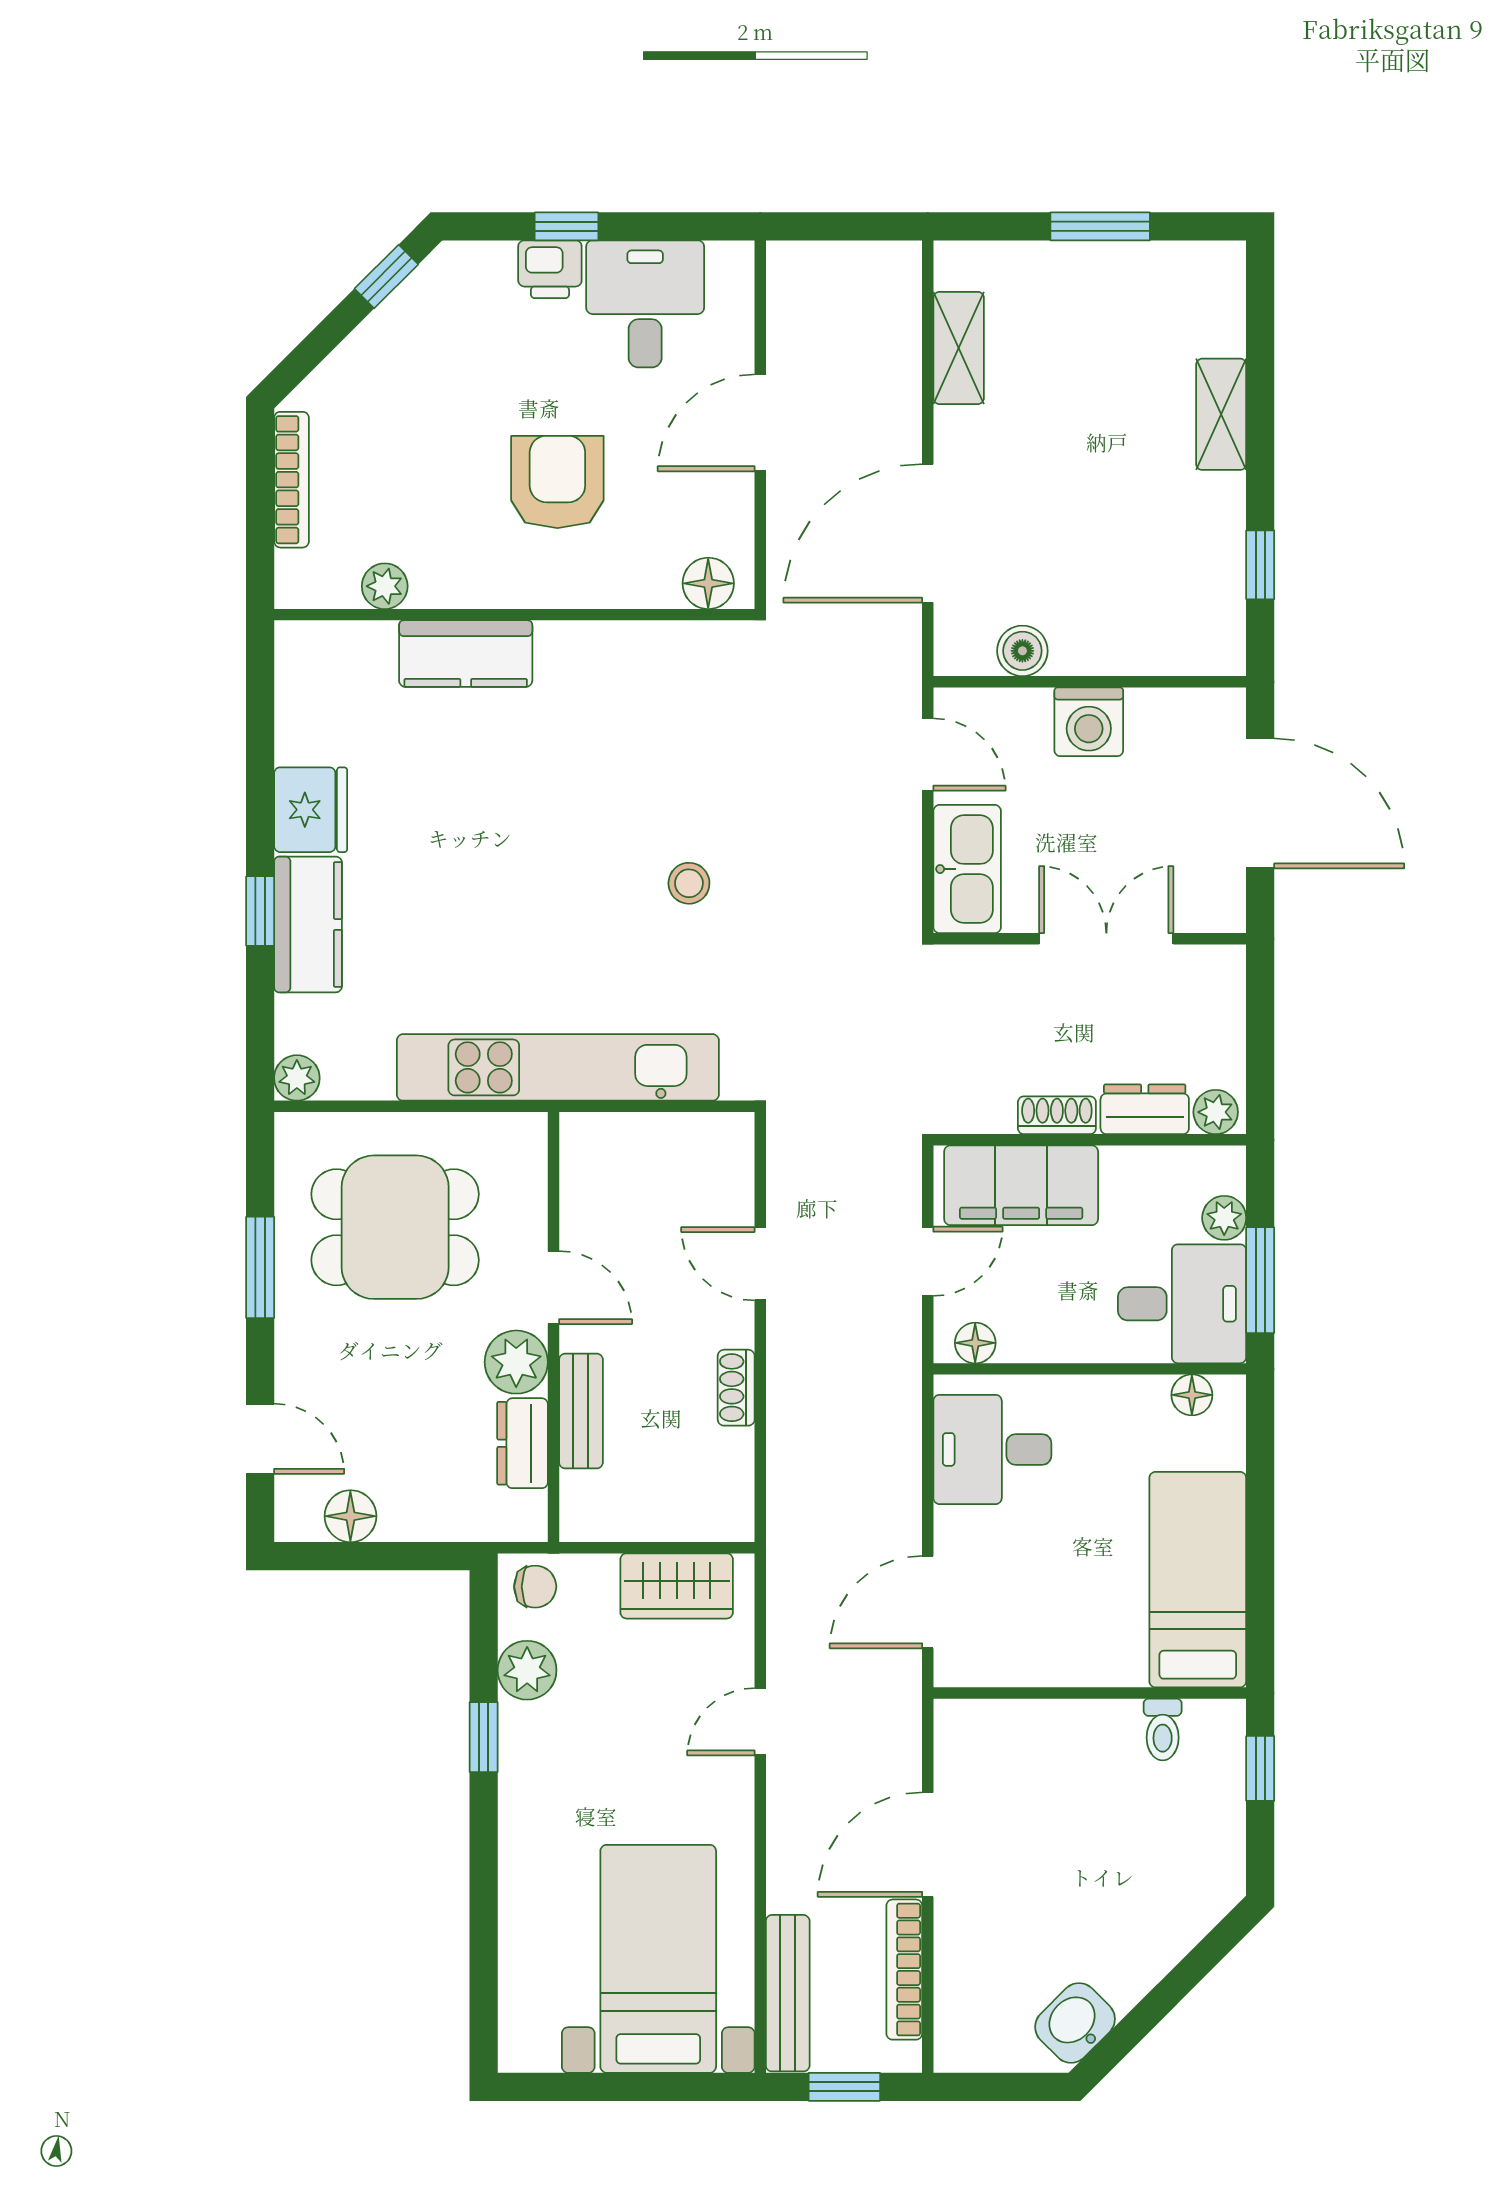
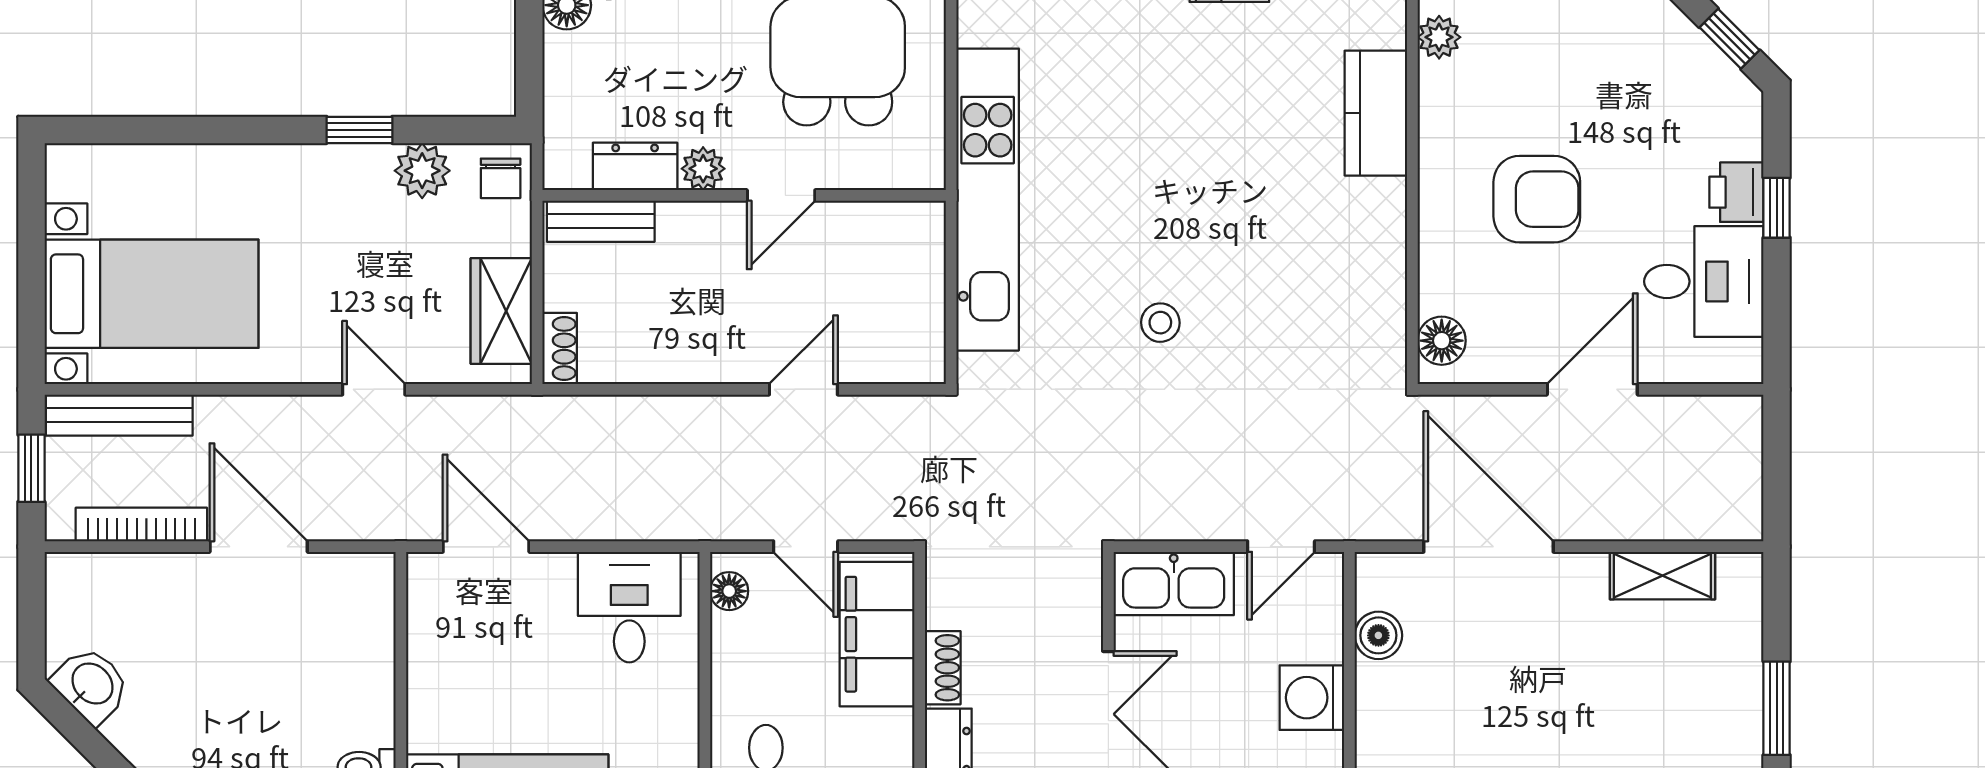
door: (760, 423) -> (1592, 389), hinge flipped
plant: (516, 1362) -> (703, 169), width x0.73, depth x0.73
shoe rack: (736, 1388) -> (560, 349), moved, turned 90
bench: (581, 1411) -> (601, 221), moved

